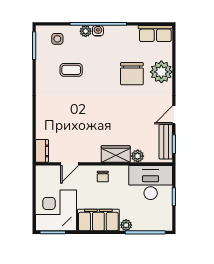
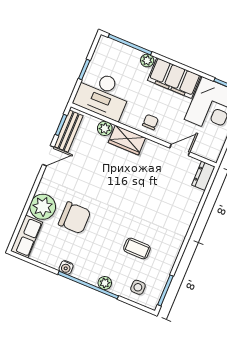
water cooler: (98, 31) -> (66, 267), moved
row of seats: (155, 34) -> (27, 236), moved, turned 90
chair: (132, 74) -> (75, 218), turned 90

